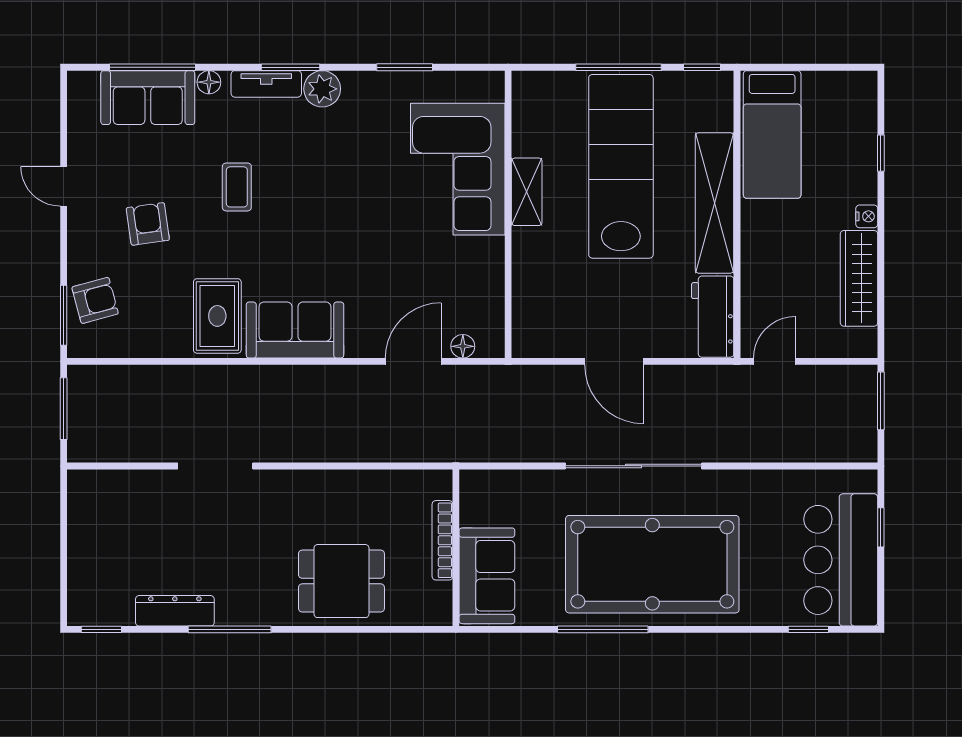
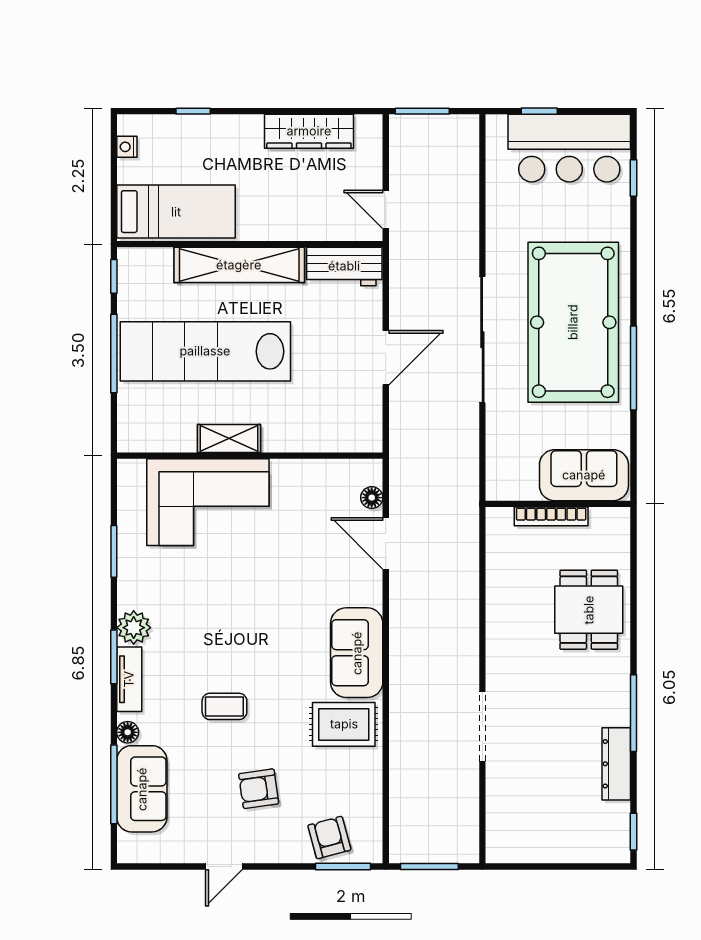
nightstand: (867, 216) -> (127, 147), moved, turned -90

